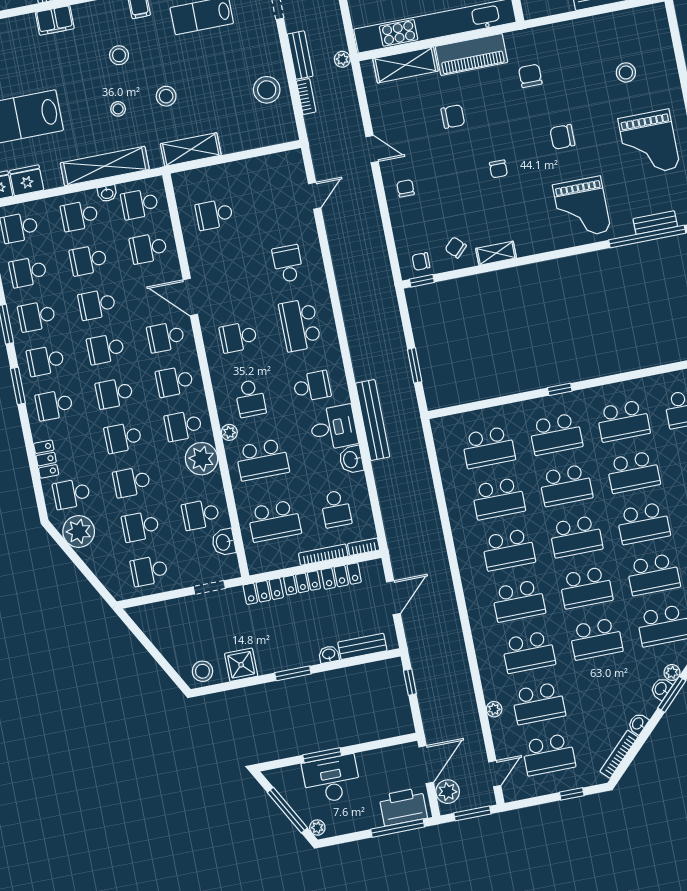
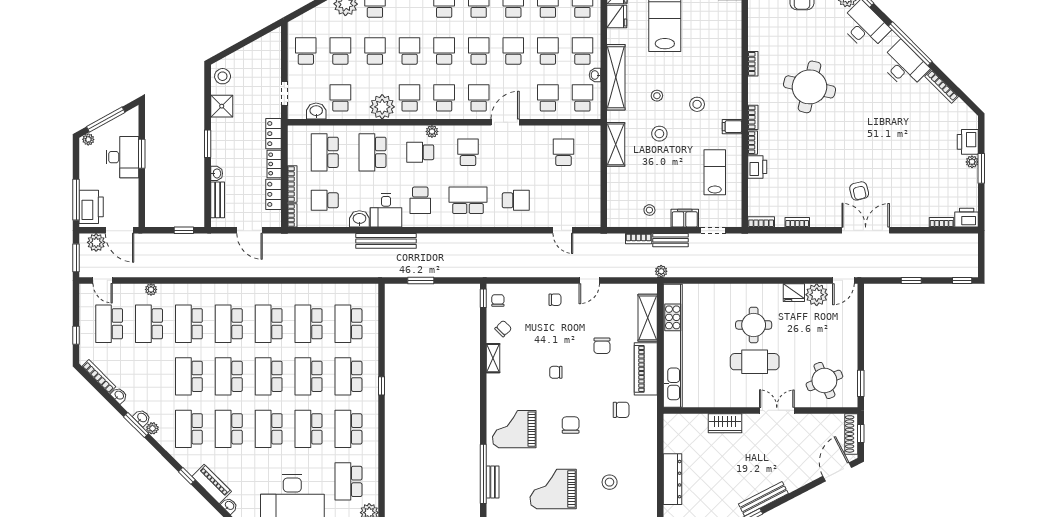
filing cabinet: (55, 20) -> (685, 218), moved, turned 90
stool: (267, 90) -> (649, 210), width x0.53, depth x0.53
plant: (229, 432) -> (432, 131), moved

